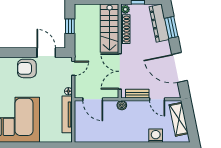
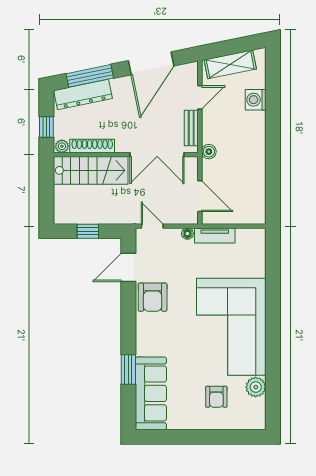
window: (171, 27) -> (90, 76), width x1.44
door: (93, 99) -> (200, 196), hinge flipped
tv unit: (67, 114) -> (215, 235), width x0.71

